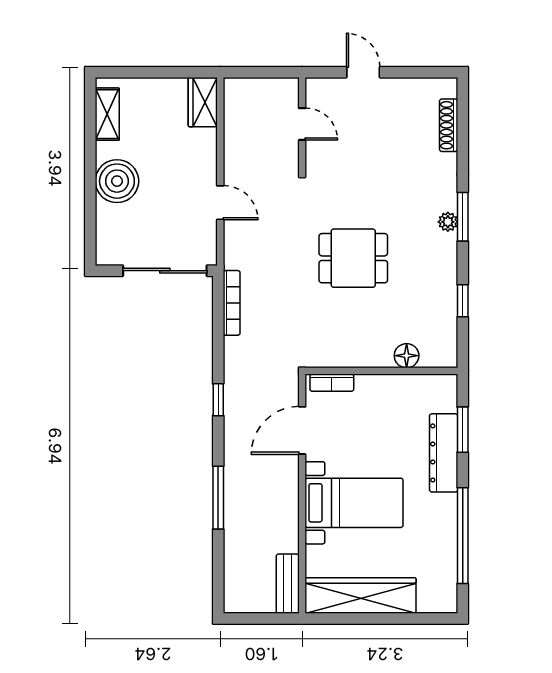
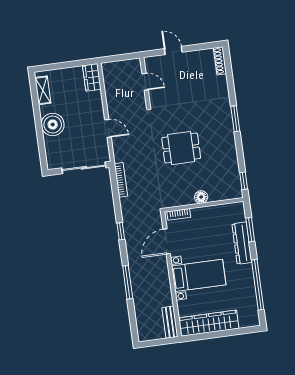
shoe rack: (449, 125) -> (220, 61), moved
plant: (448, 222) -> (228, 122), removed
window: (463, 301) -> (244, 181), moved
floor lamp: (407, 356) -> (201, 197), moved

